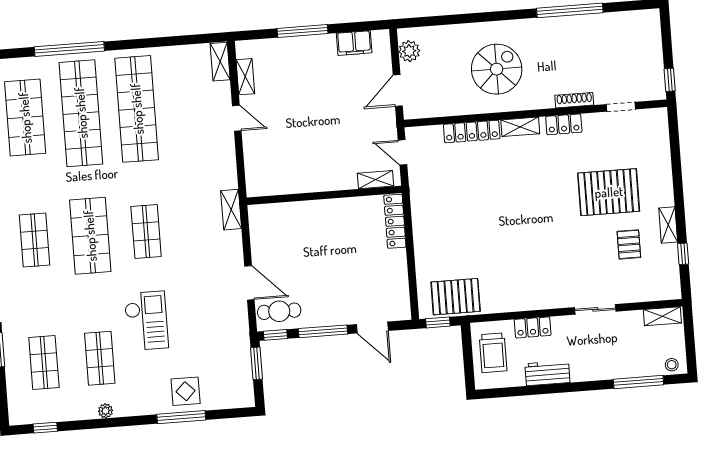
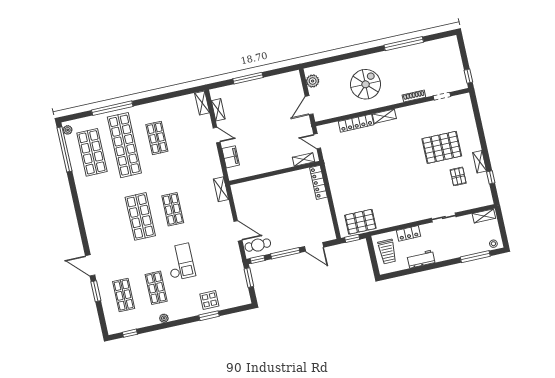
filing cabinet: (354, 43) -> (231, 157), moved, turned -90
shop shelf: (137, 109) -> (157, 138), width x0.50, depth x0.74
locker: (564, 124) -> (410, 111), removed
shop shelf: (35, 240) -> (108, 224), removed
window: (181, 417) -> (209, 316), width x0.69

